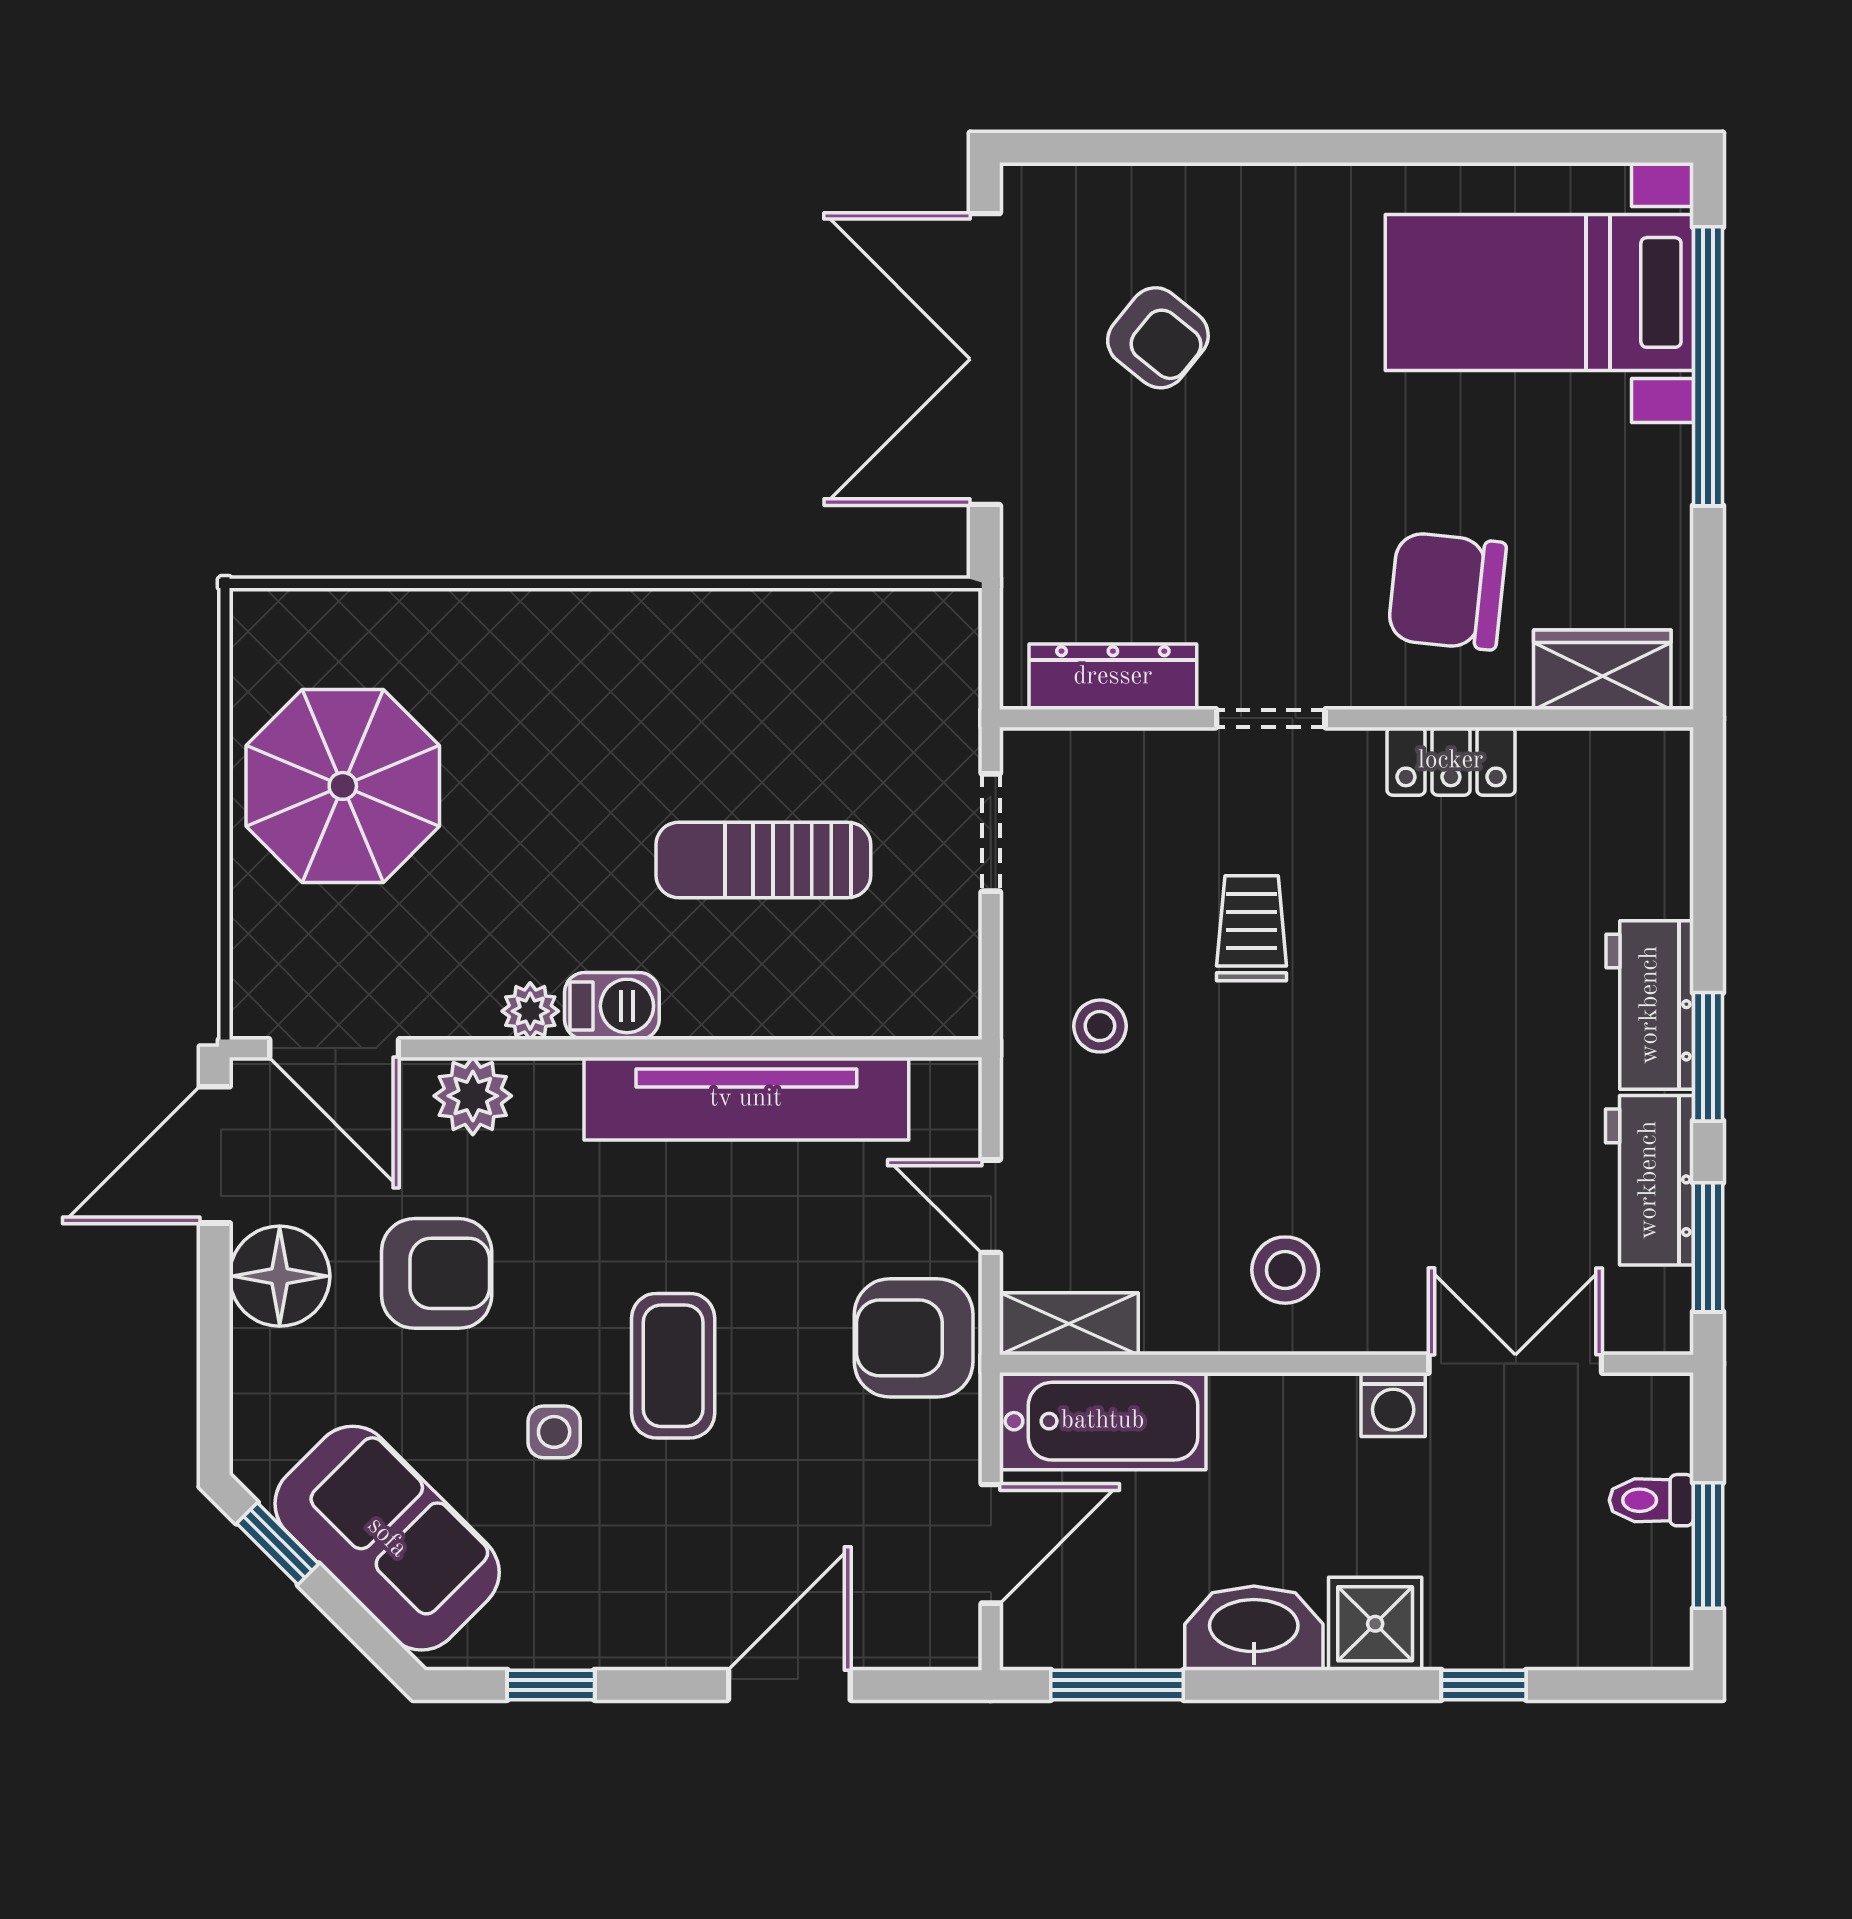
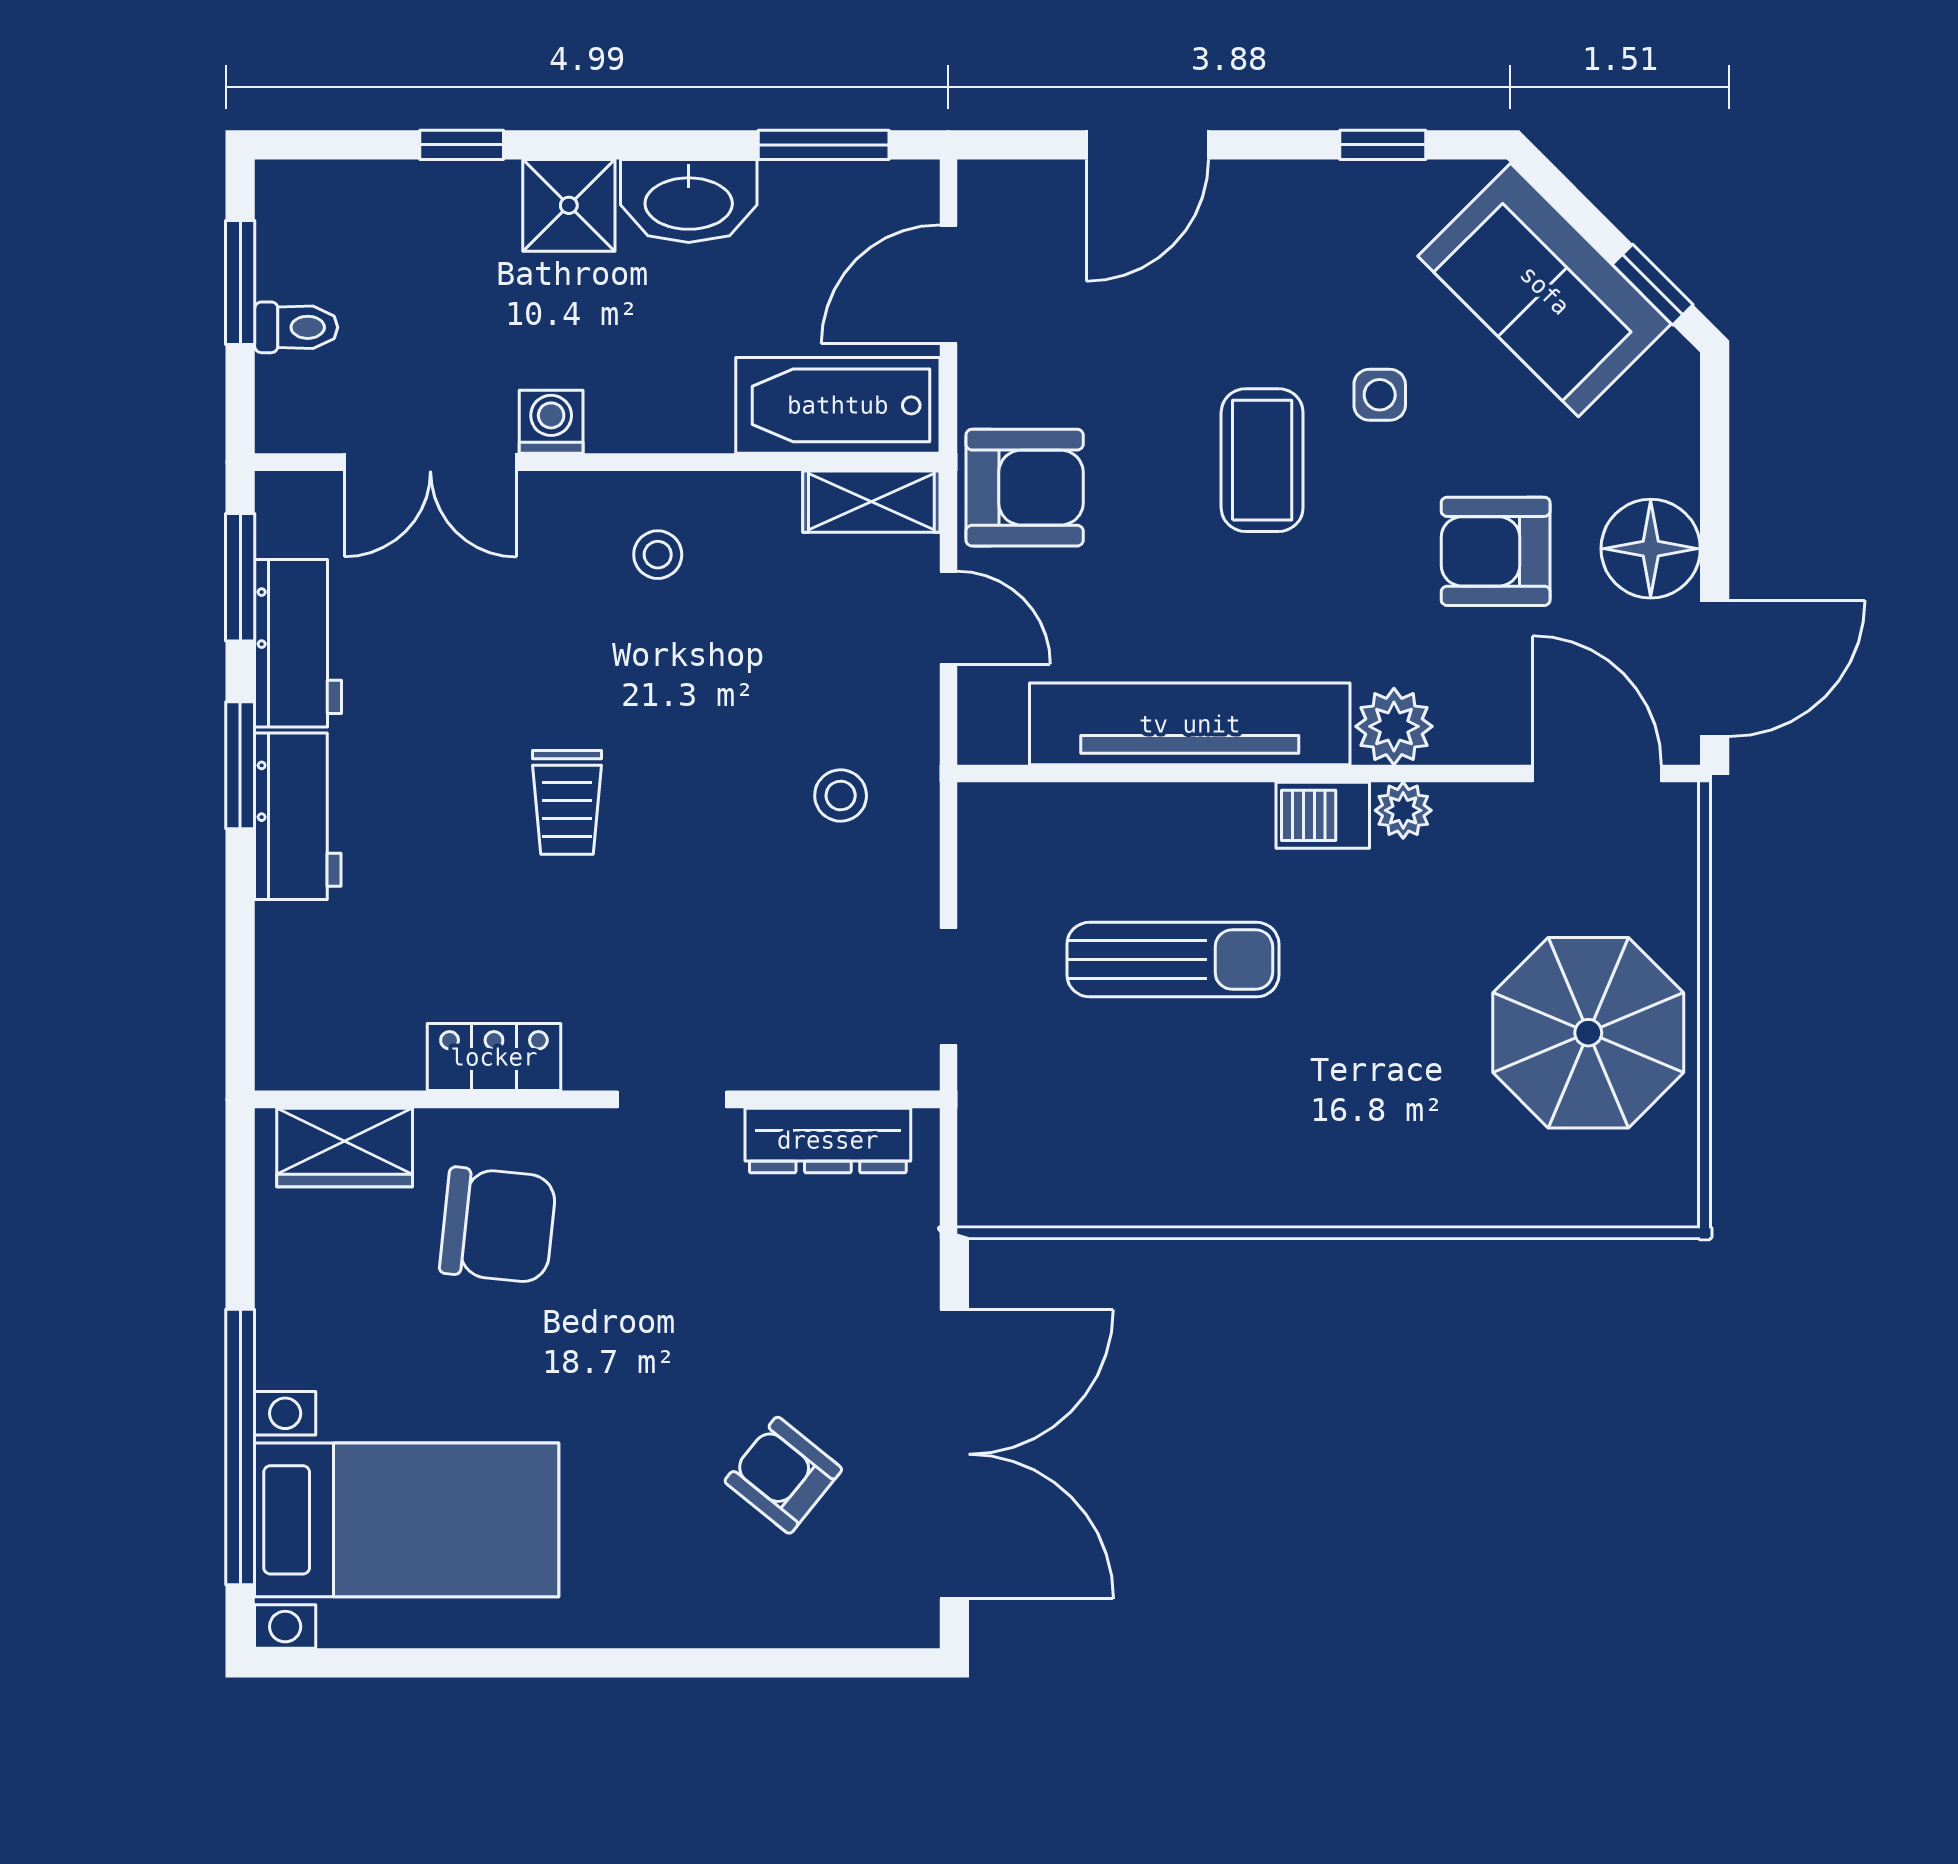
trolley: (1252, 928) -> (567, 802), moved
plant: (473, 1096) -> (1394, 726), moved
stool: (1285, 1270) -> (658, 555), width x0.73, depth x0.73

